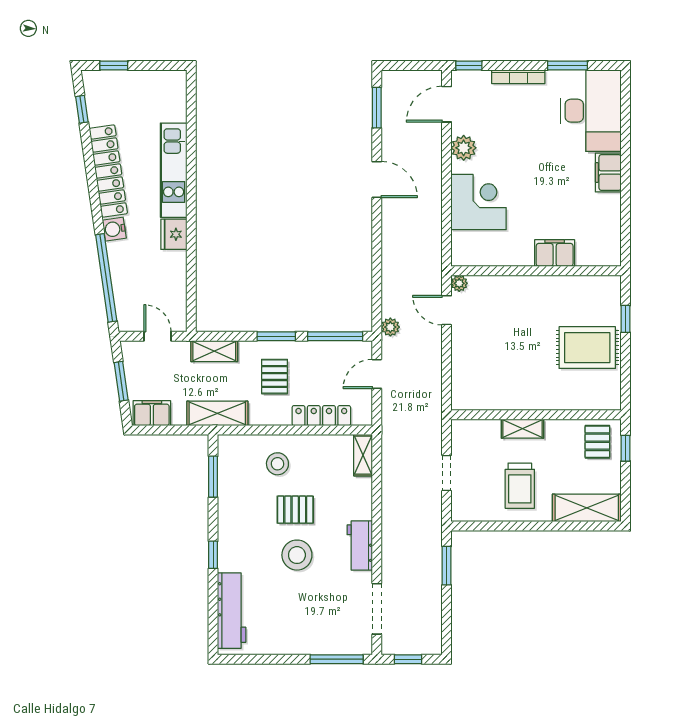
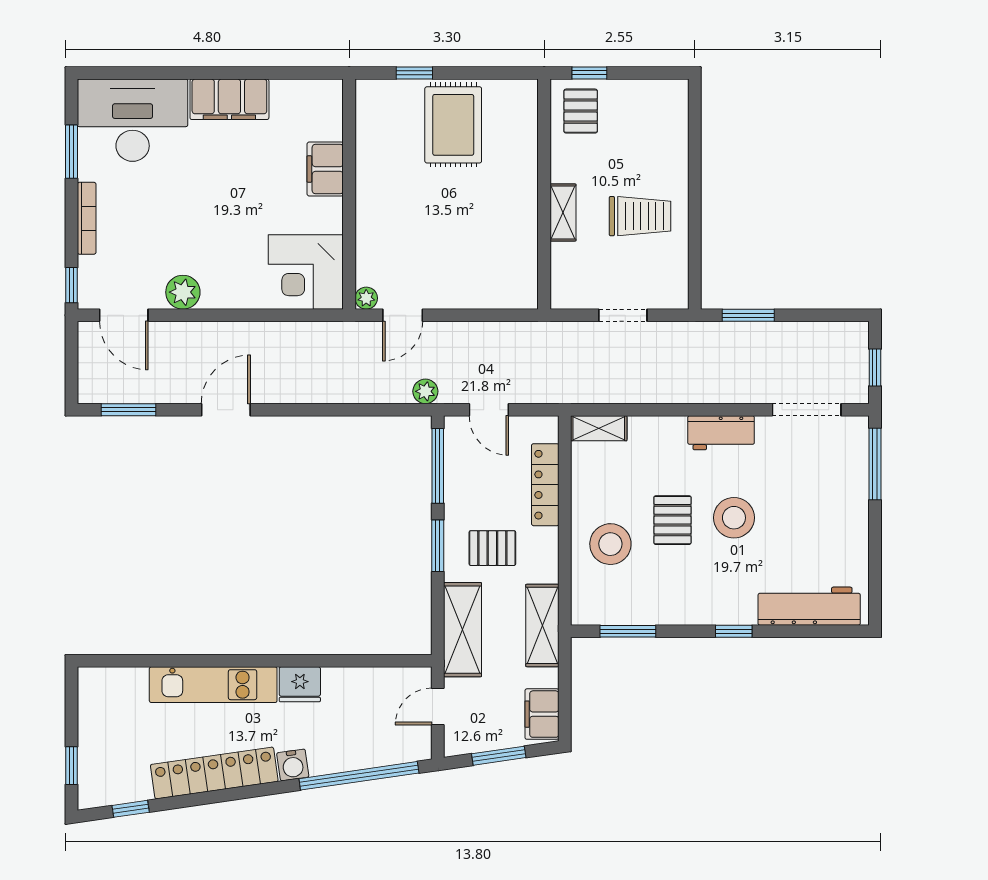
filing cabinet: (608, 173) -> (229, 99), width x1.50, depth x1.17
corner desk: (479, 202) -> (306, 272), moved, turned -90
shelving: (214, 351) -> (463, 630), width x1.50, depth x1.33
pallet: (597, 442) -> (581, 111), turned 90
stool: (277, 464) -> (610, 544), width x1.38, depth x1.38
shelving: (587, 508) -> (670, 126), removed

